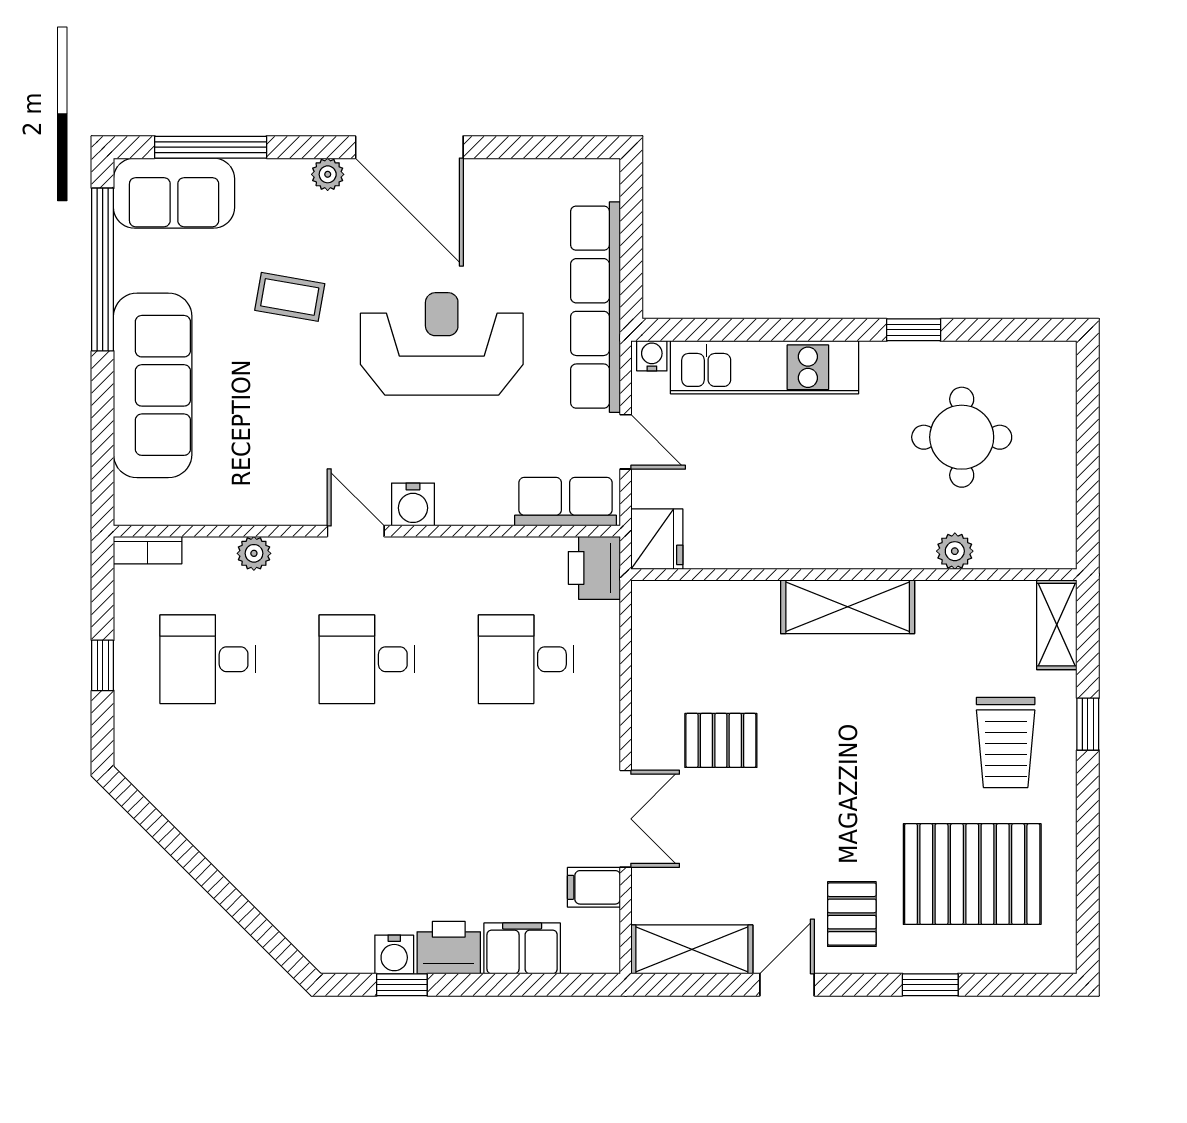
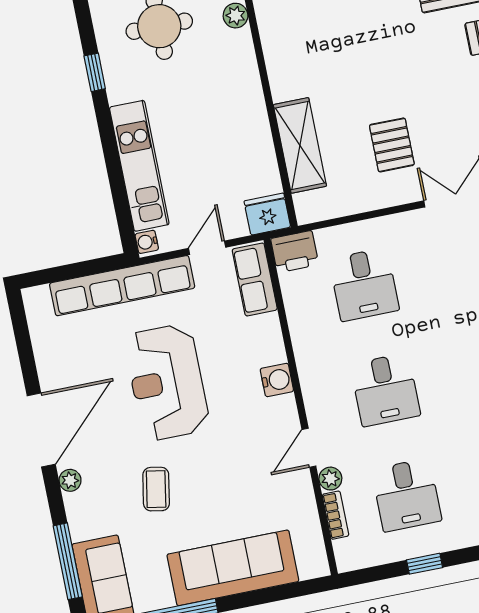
door: (356, 531) -> (309, 448), moved
bookcase: (148, 550) -> (335, 515), moved
shelving: (848, 607) -> (300, 145), moved

